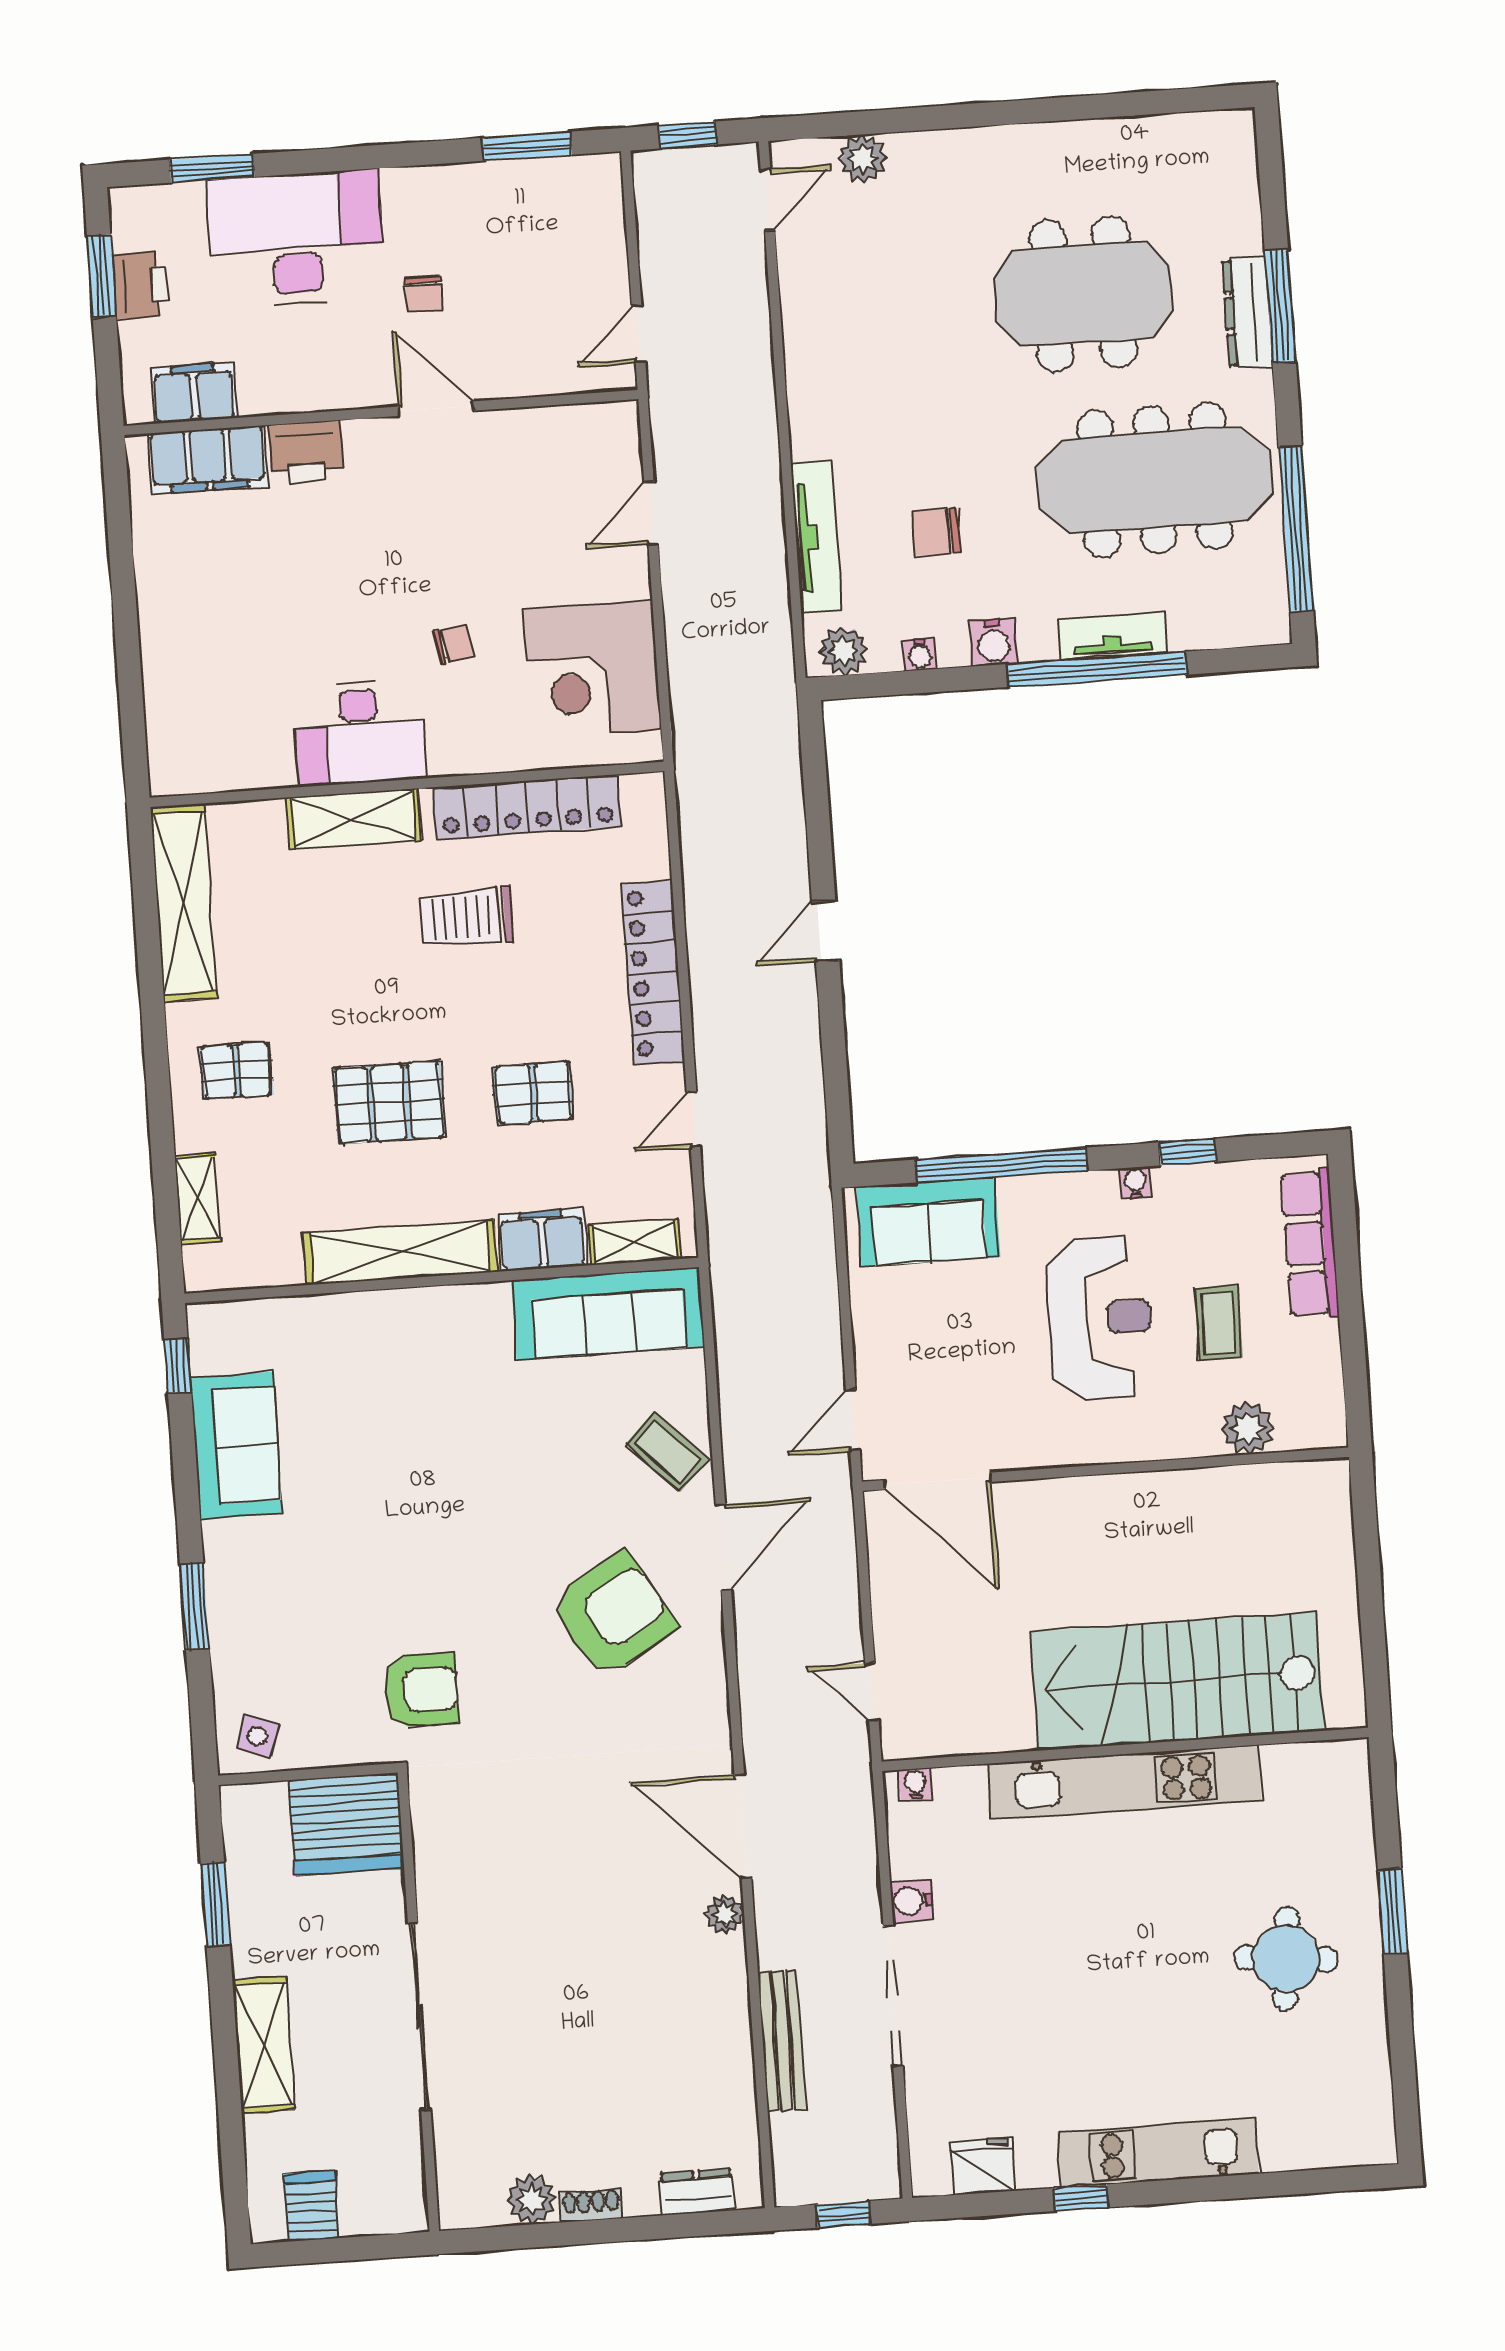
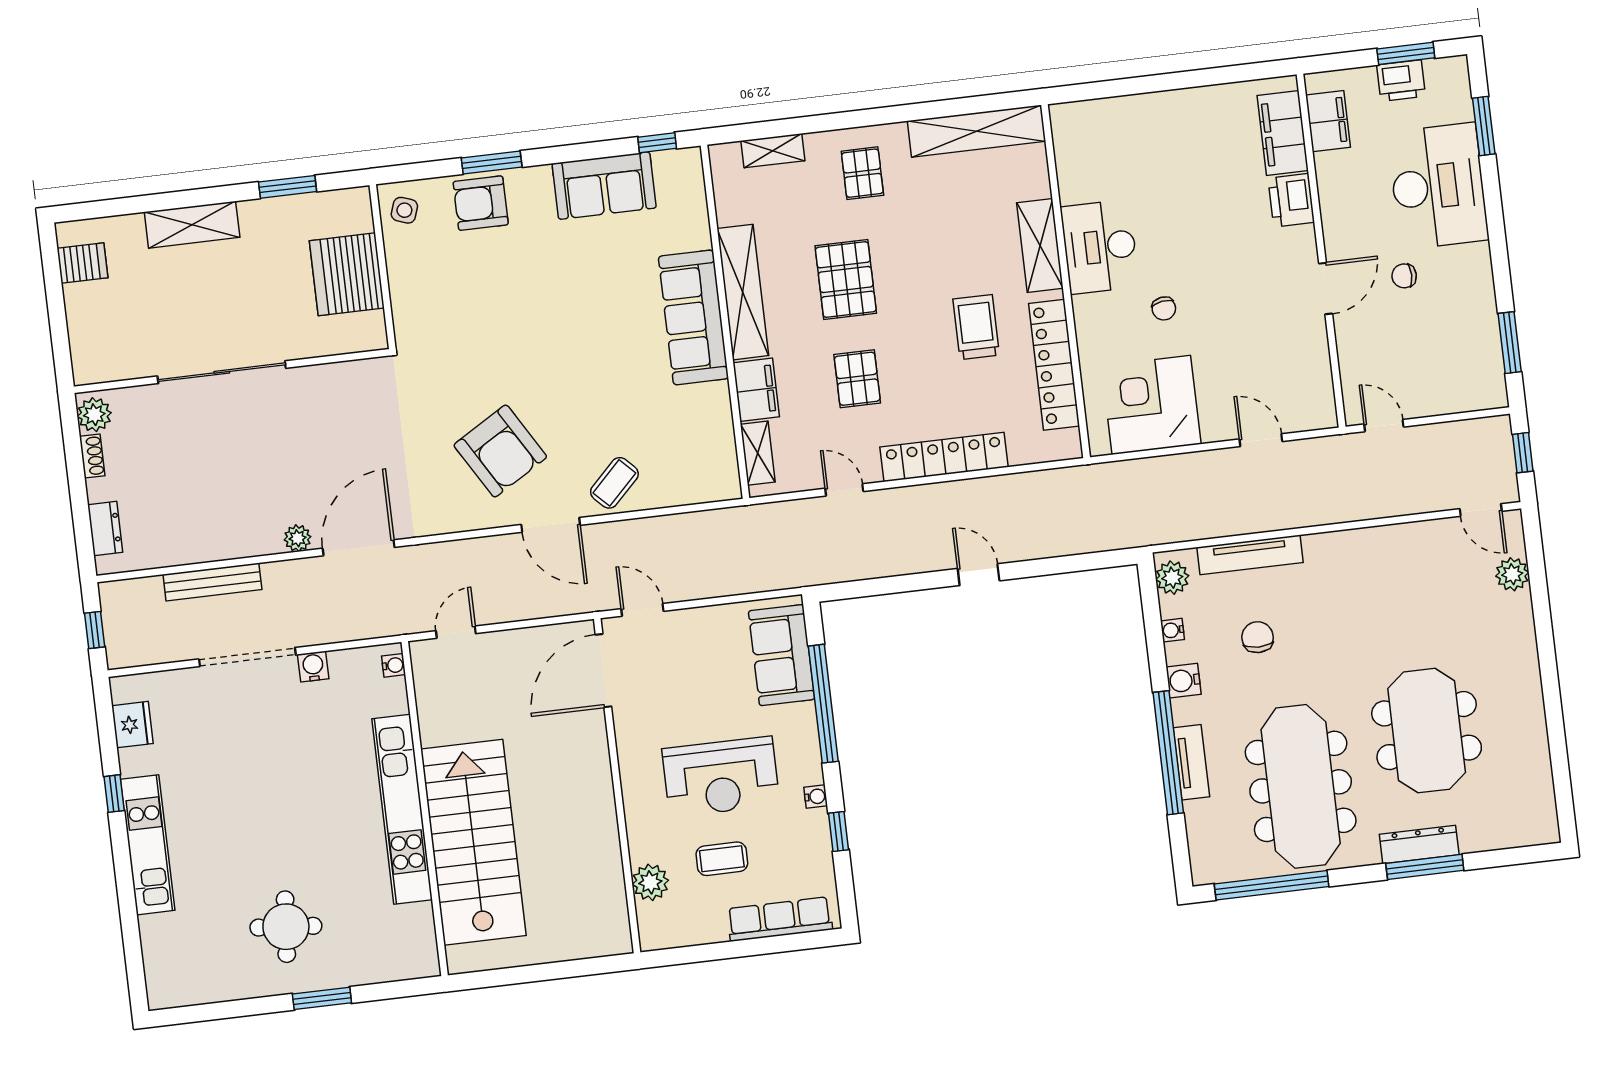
sofa: (608, 1313) -> (693, 317), moved
armchair: (421, 1690) -> (481, 203), moved, turned 90
wall: (418, 2002) -> (232, 371), moved
sliding door: (419, 2016) -> (222, 372), moved

